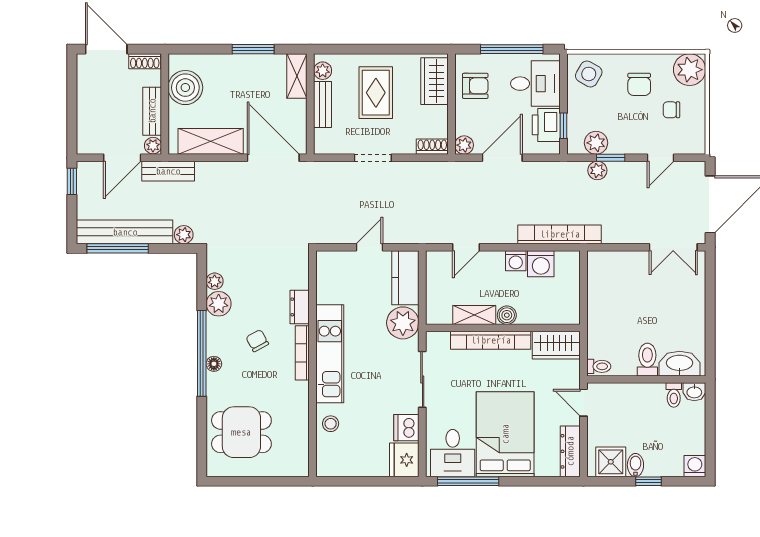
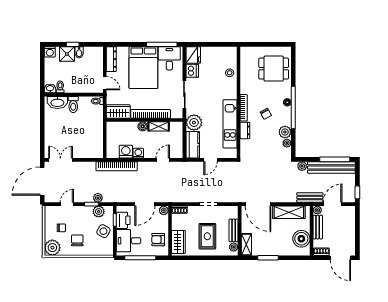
side table: (589, 74) -> (103, 231), moved
kitchen unit: (330, 354) -> (230, 124), moved
shower: (611, 462) -> (67, 54), moved

